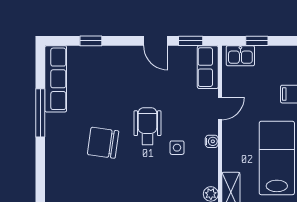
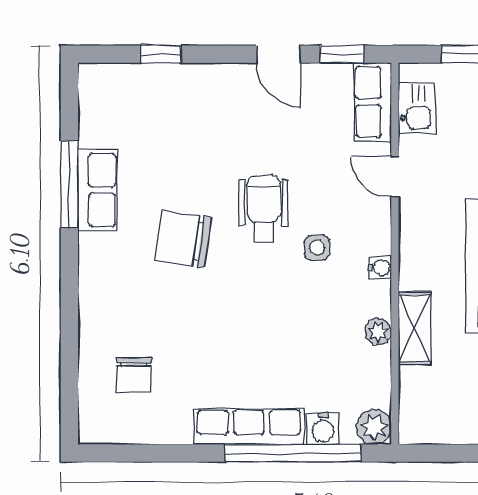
kitchen sink: (240, 56) -> (417, 108), moved, turned -90
row of seats: (56, 79) -> (97, 190), moved, width x0.68
door: (220, 108) -> (395, 177), swing flipped
water cooler: (212, 141) -> (380, 268), moved

